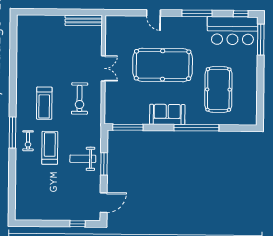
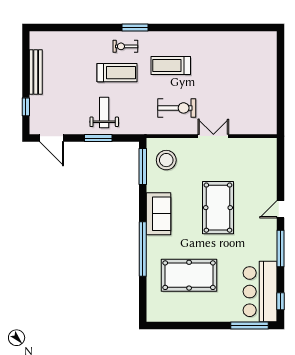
door: (154, 13) -> (281, 209), moved
bench: (84, 21) -> (36, 72), moved
pool table: (163, 65) -> (218, 208), width x0.73, depth x0.76
double door: (103, 68) -> (213, 136), swing flipped
exercise bike: (80, 98) -> (177, 108), turned 180
stool: (123, 108) -> (166, 160), added
window: (13, 133) -> (135, 28), width x0.69

